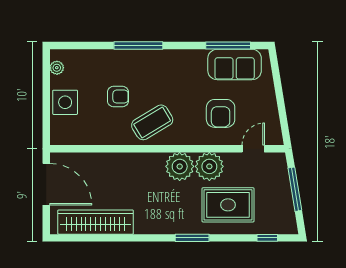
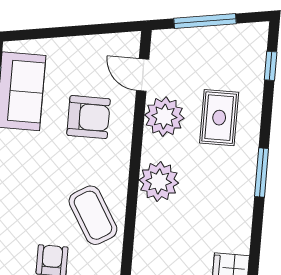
plant: (209, 166) -> (164, 117), moved
rug: (228, 205) -> (219, 118), width x0.73, depth x0.70

